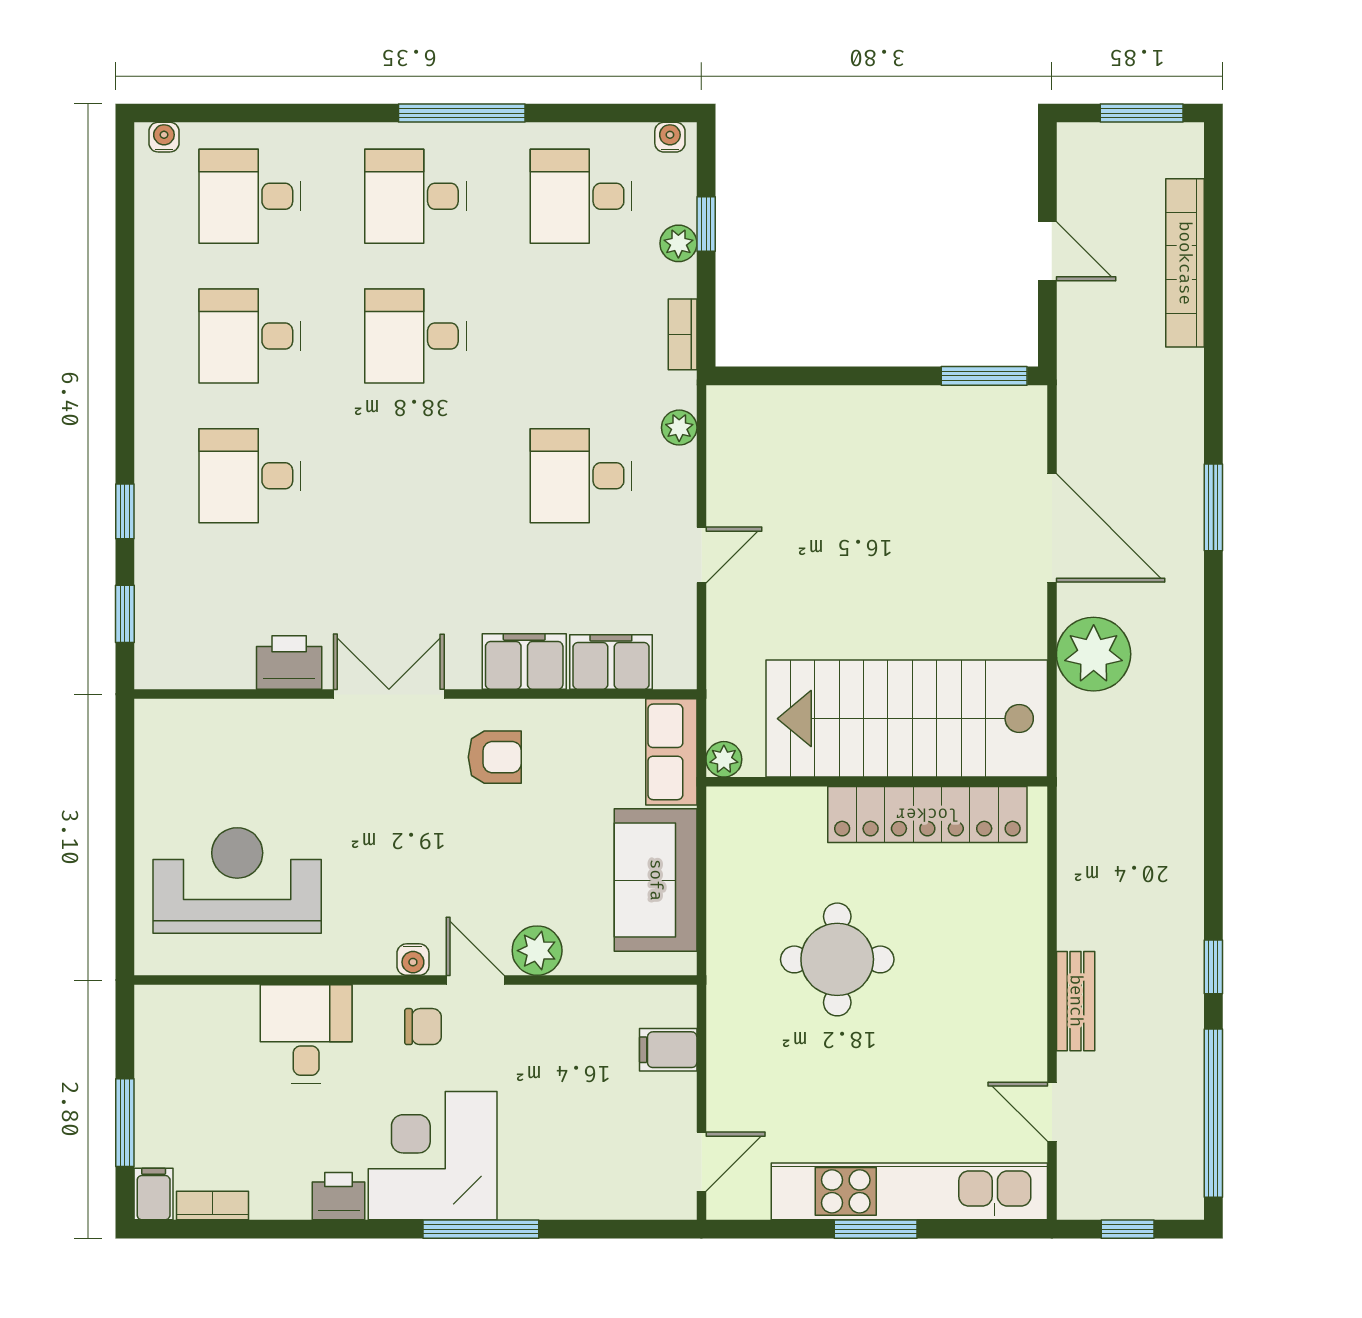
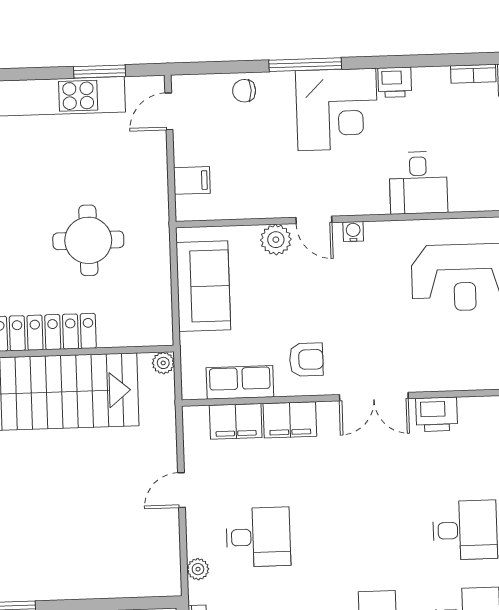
row of seats: (671, 752) -> (240, 382), moved, turned -90
armchair: (495, 757) -> (306, 360), turned 180
chair: (423, 1027) -> (244, 91), moved
window: (876, 1229) -> (100, 71), moved

